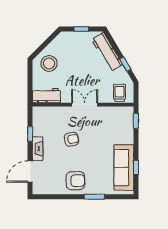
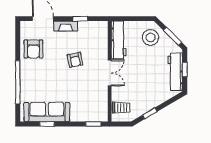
window: (48, 41) -> (172, 36), added
workbench: (107, 52) -> (175, 72), moved, turned -59
workbench: (46, 96) -> (118, 40), width x1.37
armchair: (75, 181) -> (33, 49), moved
window: (94, 197) -> (18, 82), width x2.11

